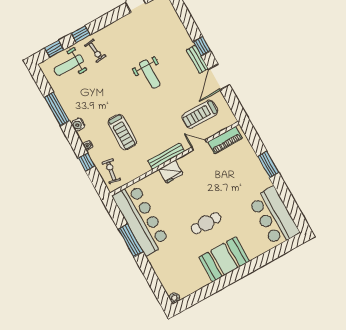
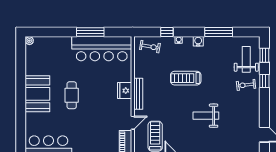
treadmill: (122, 132) -> (186, 78), moved

